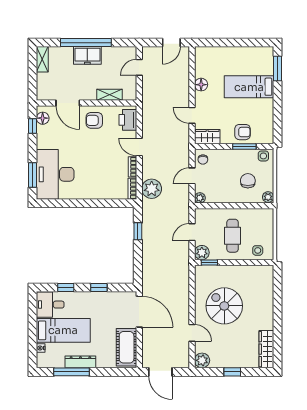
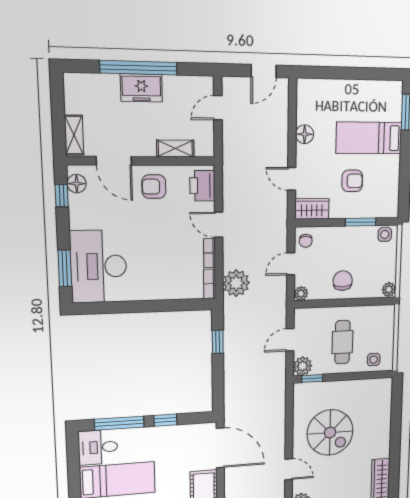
shelving: (42, 59) -> (74, 135), moved
armchair: (242, 132) -> (352, 181), moved
chair: (248, 181) -> (343, 281), moved
window: (66, 288) -> (119, 423), width x2.17
spiral stairs: (224, 306) -> (330, 433), turned 180

